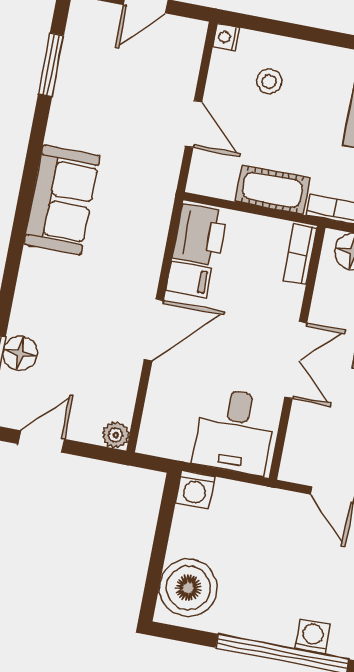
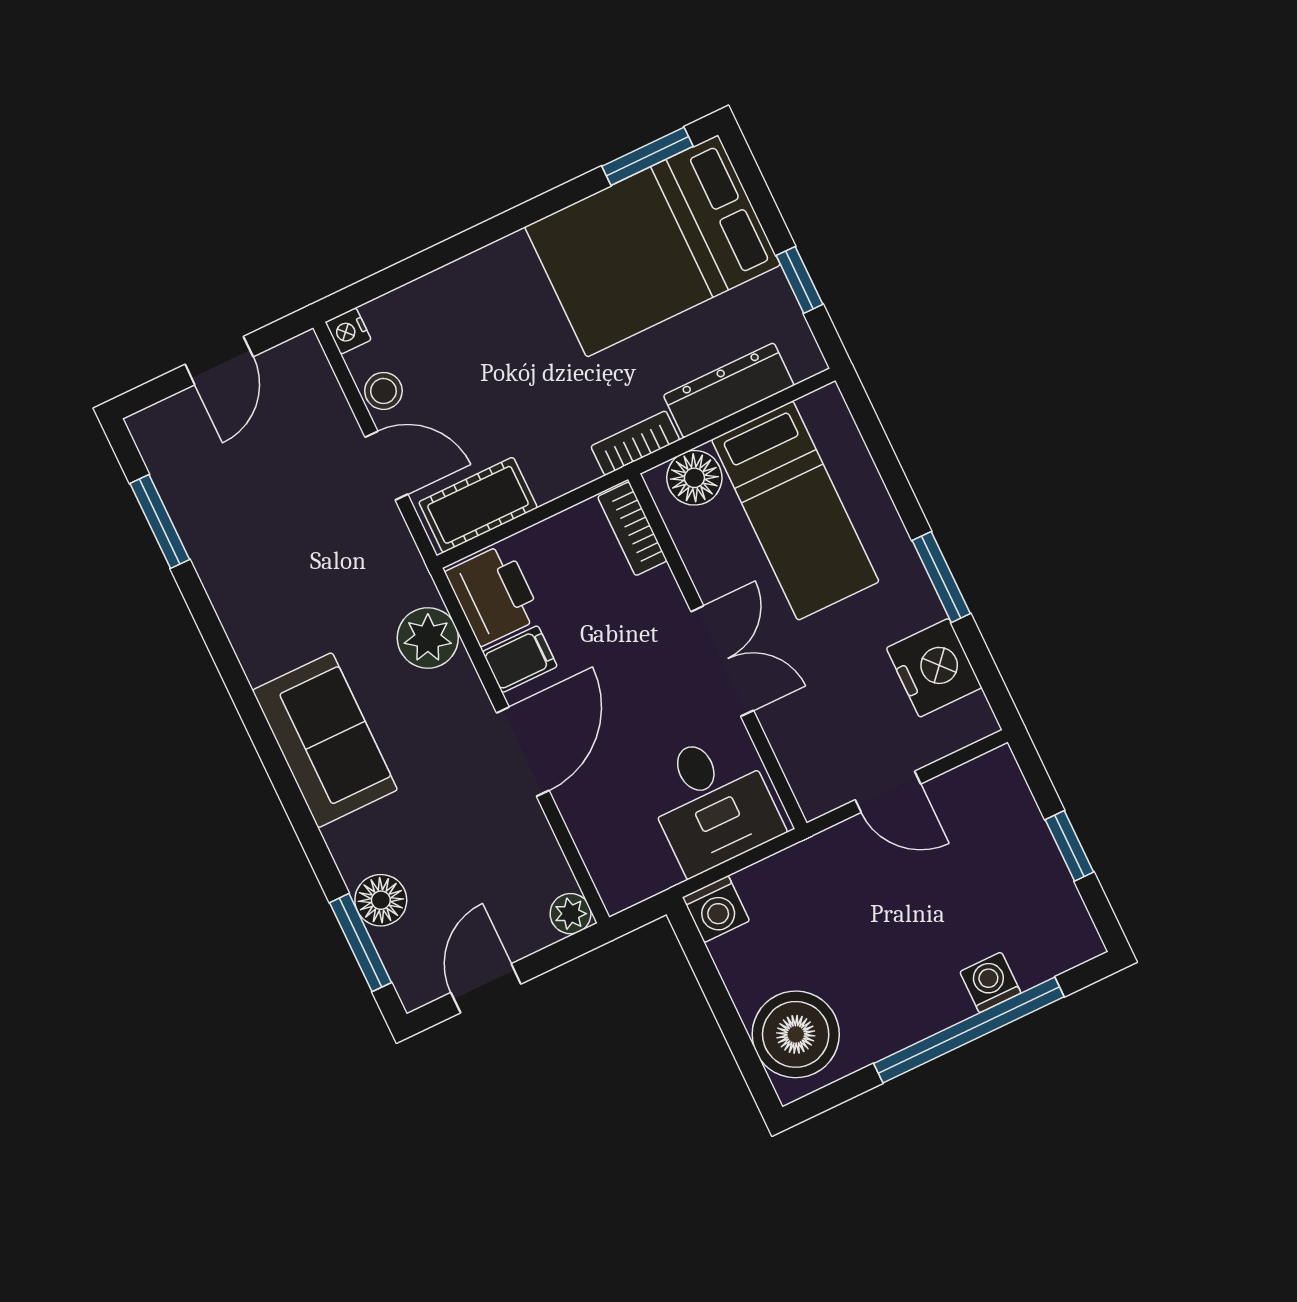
stool: (269, 81) -> (383, 391), moved
cot: (273, 190) -> (478, 505), moved
sofa: (62, 200) -> (325, 740), moved
plant: (148, 232) -> (428, 638), added

